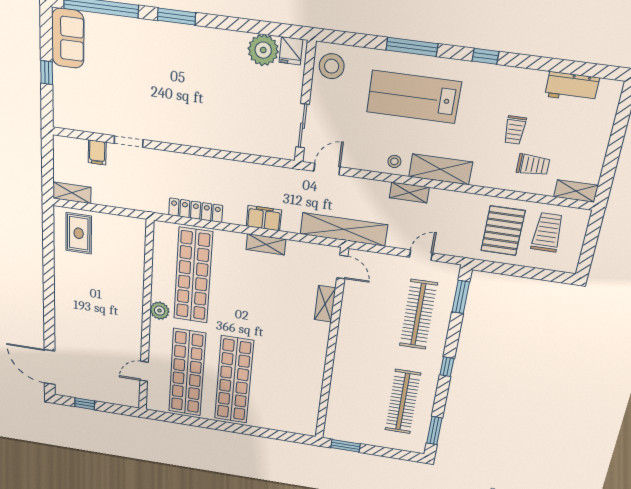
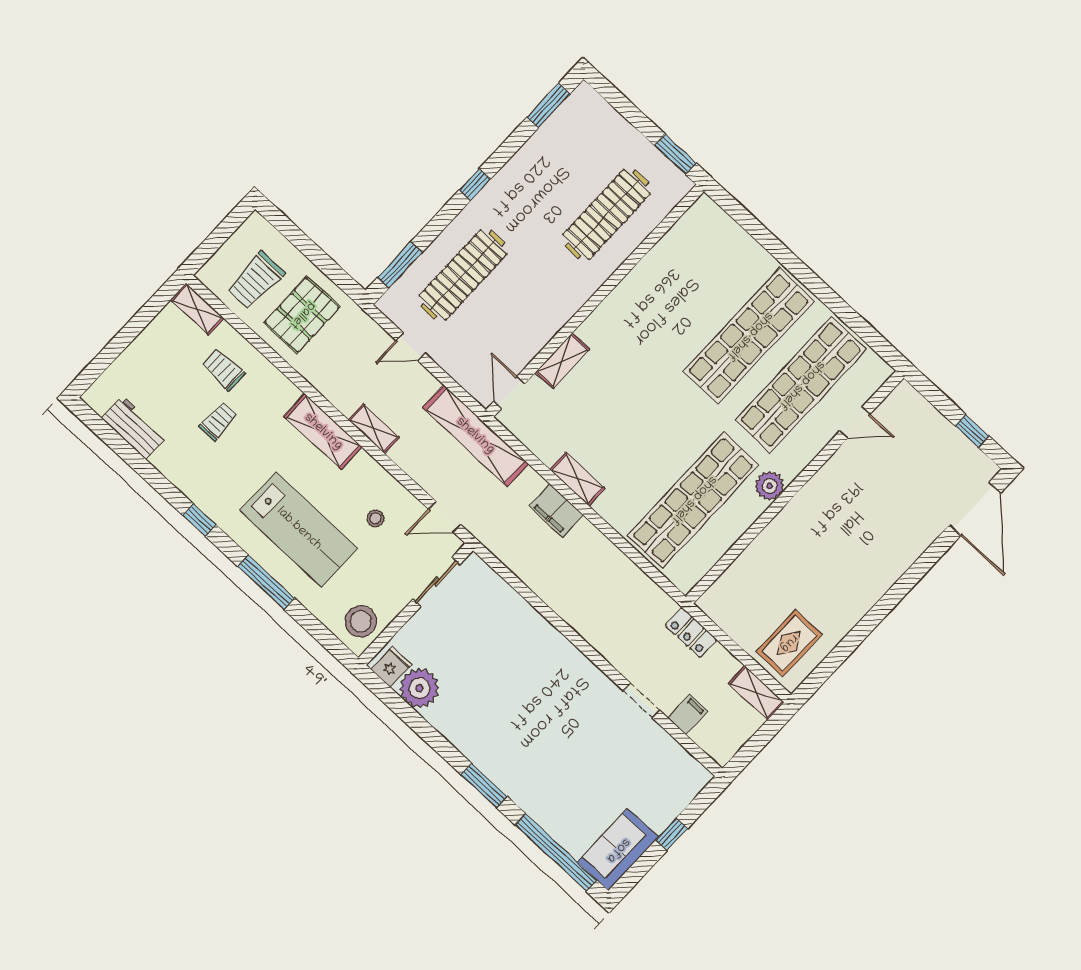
stool: (394, 161) -> (376, 518), moved
locker: (196, 210) -> (691, 632), moved, width x0.66
clothes rail: (403, 402) -> (607, 214), moved

